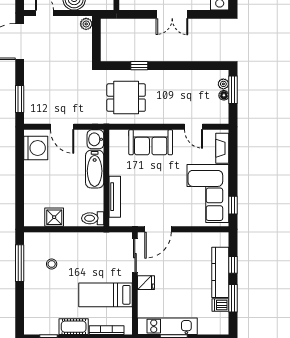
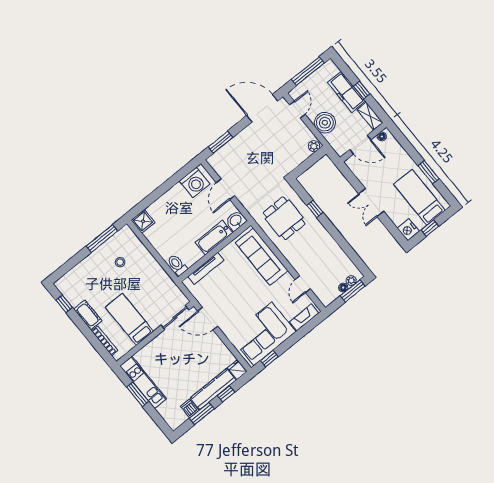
sofa: (151, 142) -> (262, 257), width x1.36
shower: (54, 217) -> (143, 221), moved
fridge: (146, 283) -> (237, 370), moved, turned 180

